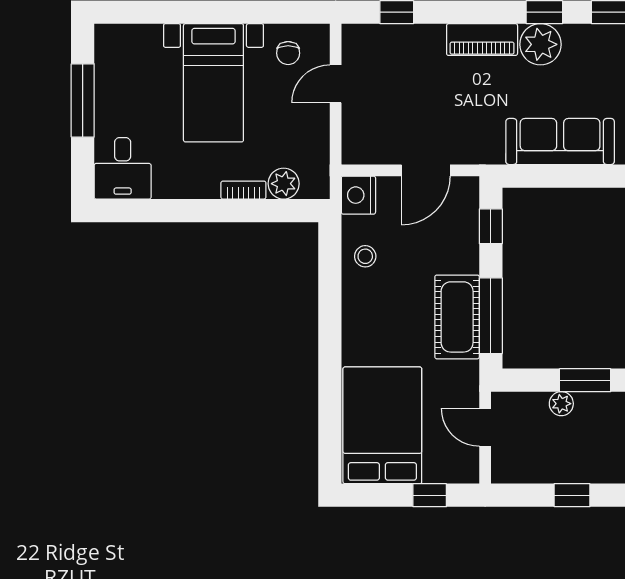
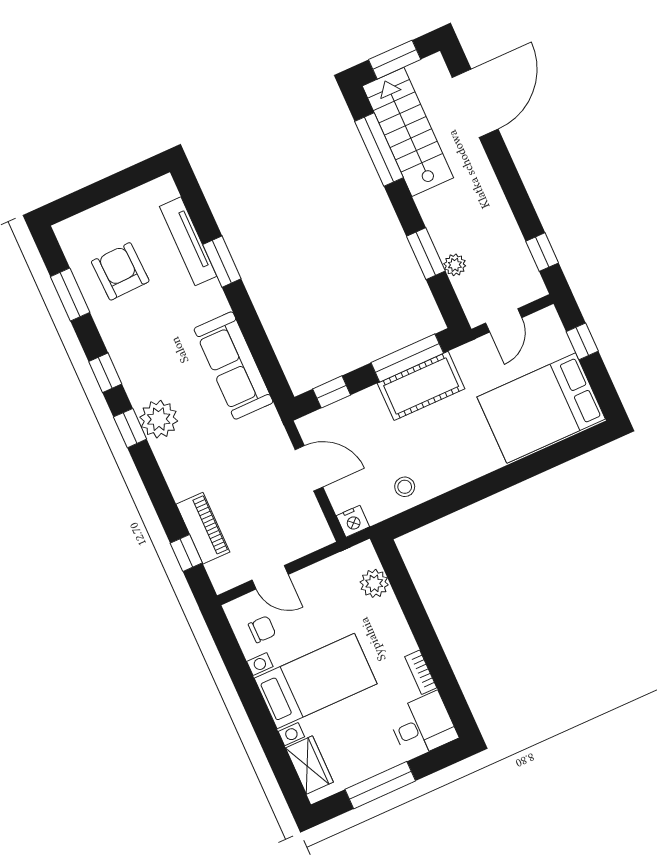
wardrobe: (134, 40) -> (309, 765), added
piano: (482, 40) -> (203, 528), moved
bookcase: (243, 190) -> (421, 672), moved
nightstand: (358, 195) -> (353, 521), width x0.74, depth x0.75
window: (572, 495) -> (542, 252), moved

